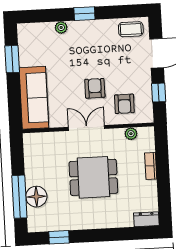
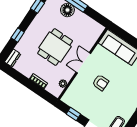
armchair: (124, 104) -> (81, 92), removed
double door: (87, 128) -> (83, 63), swing flipped
window: (114, 234) -> (18, 35), added

